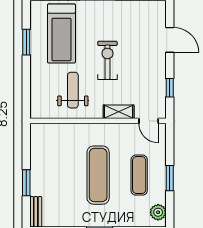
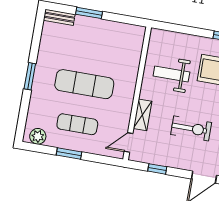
exercise bike: (107, 60) -> (191, 128), moved
weight bench: (73, 90) -> (171, 74), turned 180

